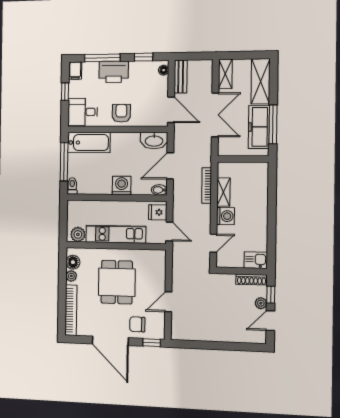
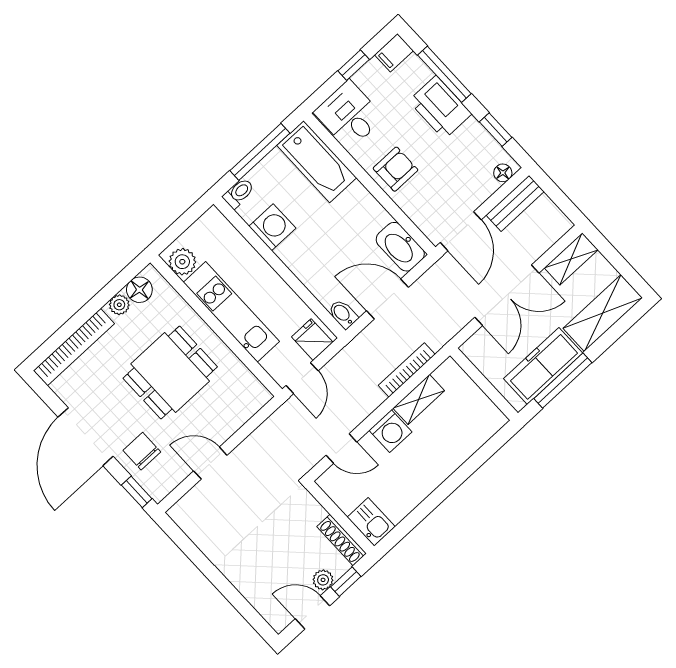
washing machine: (122, 185) -> (272, 227), moved

